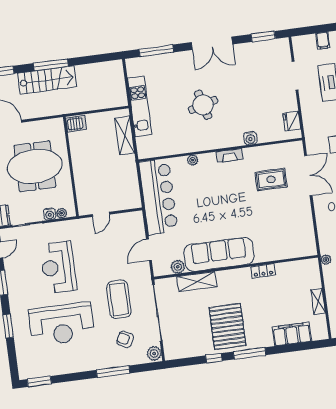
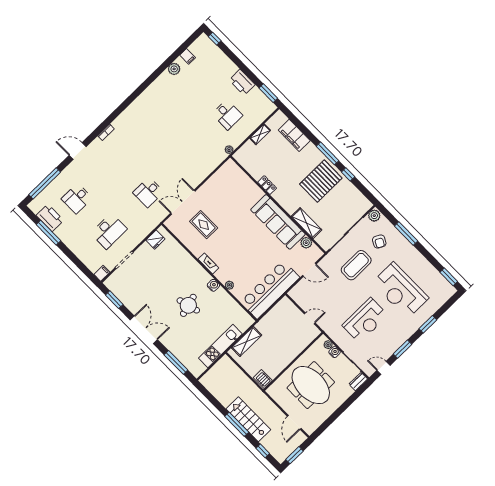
filing cabinet: (323, 41) -> (102, 273), moved
water cooler: (250, 138) -> (213, 285), moved
reception desk: (62, 324) -> (400, 290), turned 180

